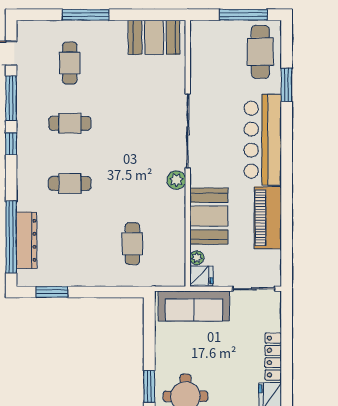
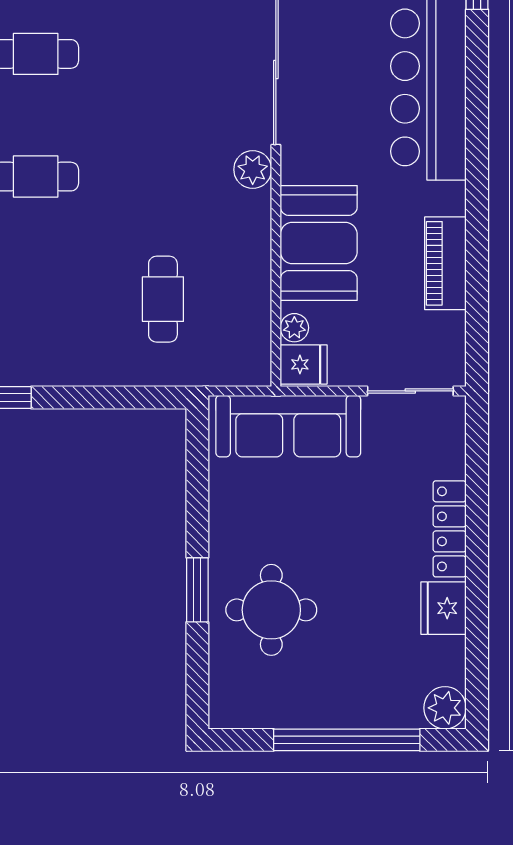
piano: (268, 218) -> (445, 263), width x0.73, depth x0.75

